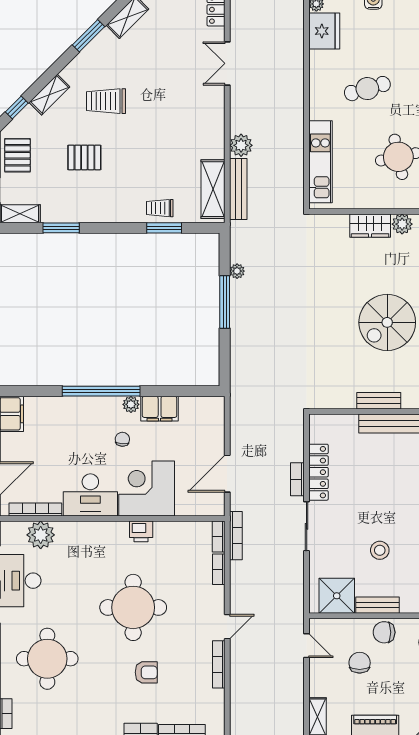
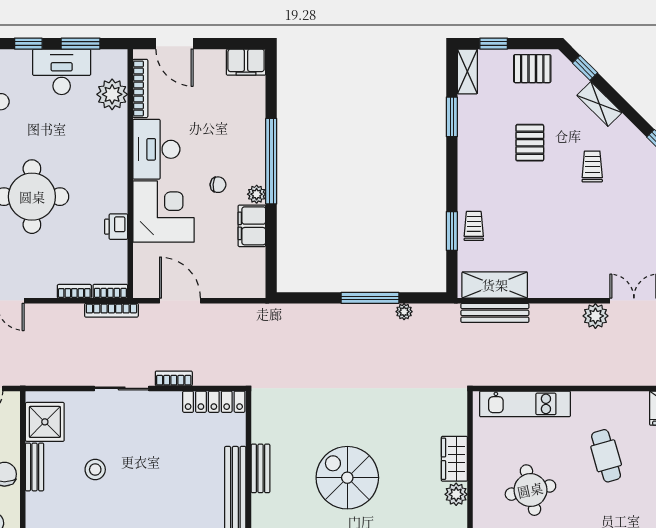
trolley: (106, 101) -> (592, 166), width x0.73, depth x0.72
plant: (241, 145) -> (595, 316), moved
locker: (319, 472) -> (214, 402), moved
printer: (141, 531) -> (116, 227), moved

